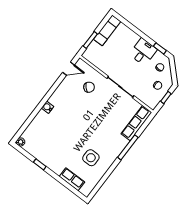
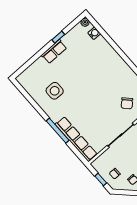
water cooler: (47, 107) -> (94, 33), moved
row of seats: (136, 123) -> (76, 139), width x1.36
row of seats: (72, 179) -> (54, 52), moved

